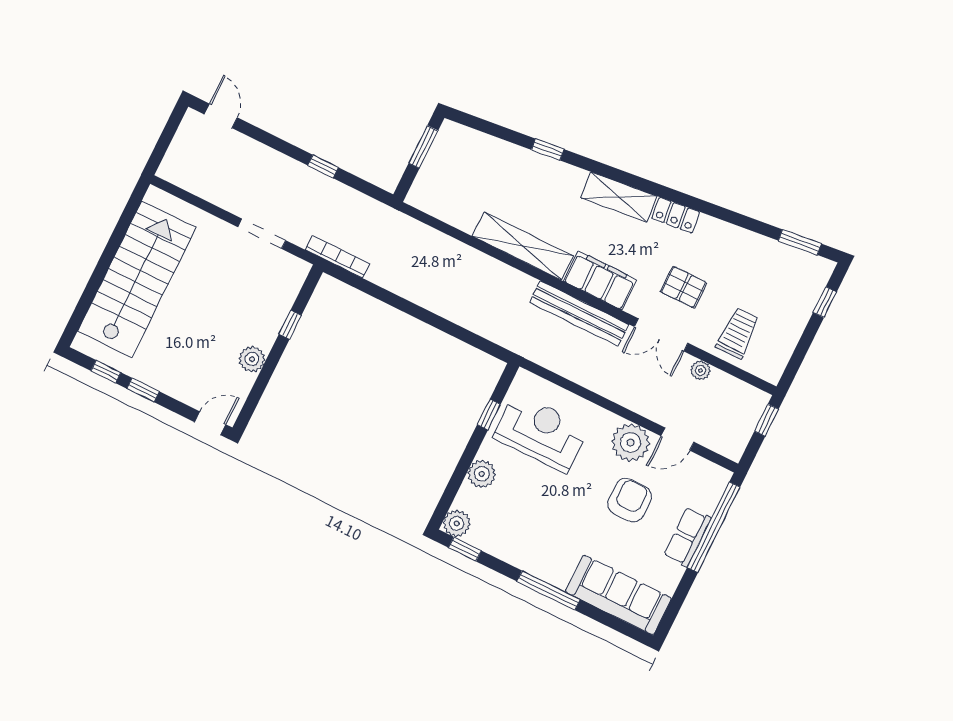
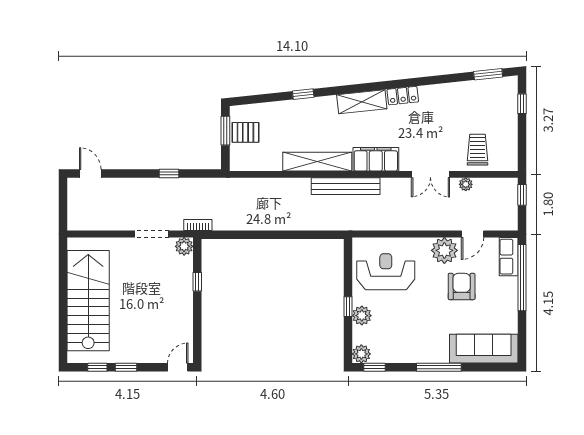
bookcase: (338, 257) -> (198, 225), width x0.64
pallet: (684, 287) -> (245, 132), moved
bench: (579, 313) -> (346, 186), moved
plant: (252, 359) -> (184, 246), moved
window: (489, 414) -> (348, 307), moved
row of seats: (687, 537) -> (509, 257), moved

